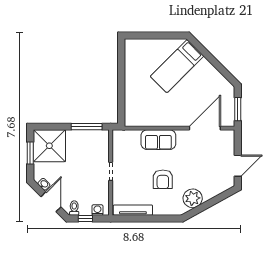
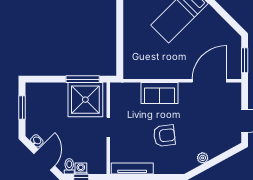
shower: (49, 146) -> (85, 100), moved
armchair: (163, 179) -> (164, 136), turned -97
plant: (193, 198) -> (203, 158), width x0.53, depth x0.53
washing machine: (97, 210) -> (81, 169), moved

